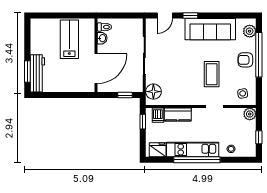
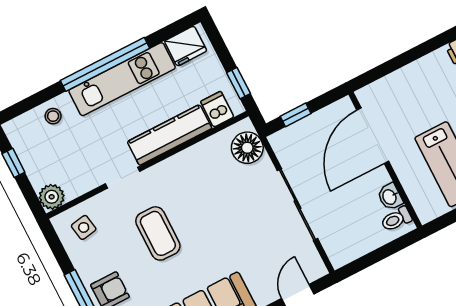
kitchen counter: (178, 115) -> (170, 135), width x1.50

